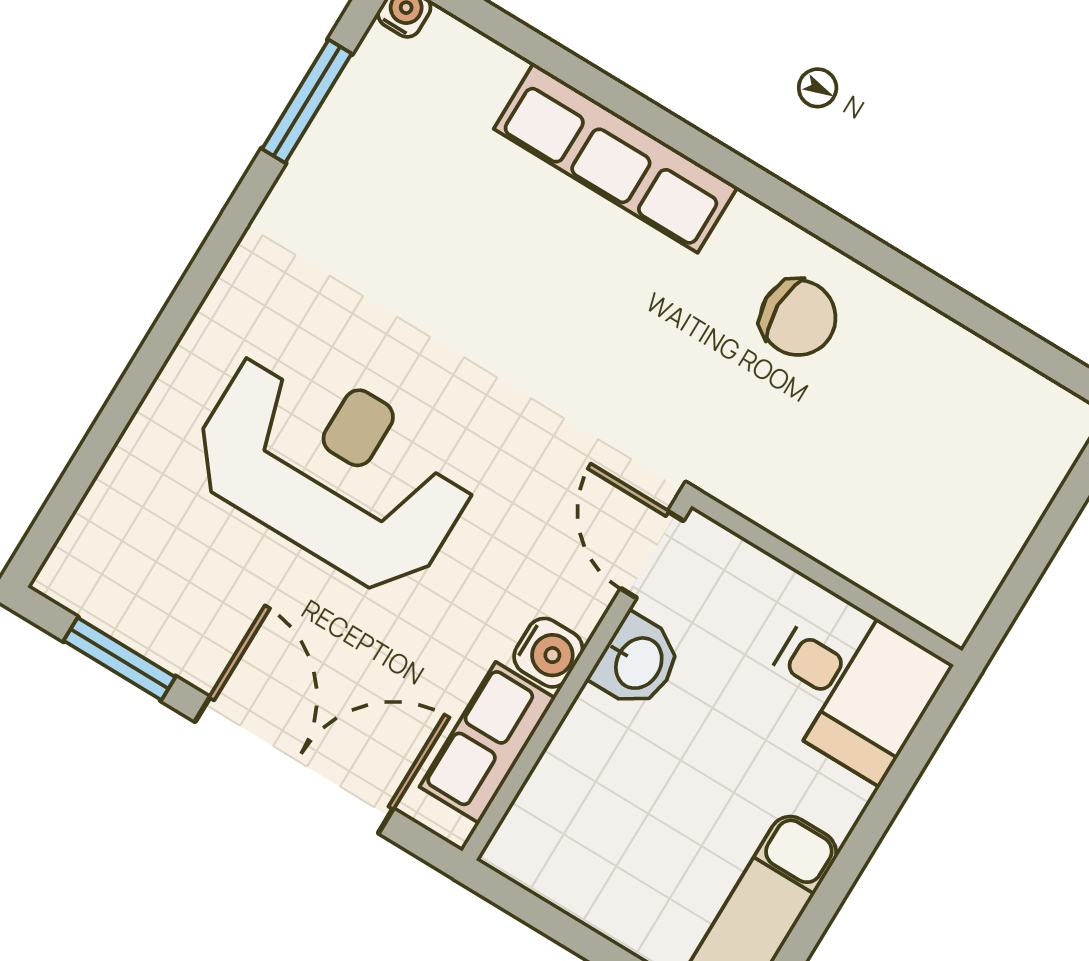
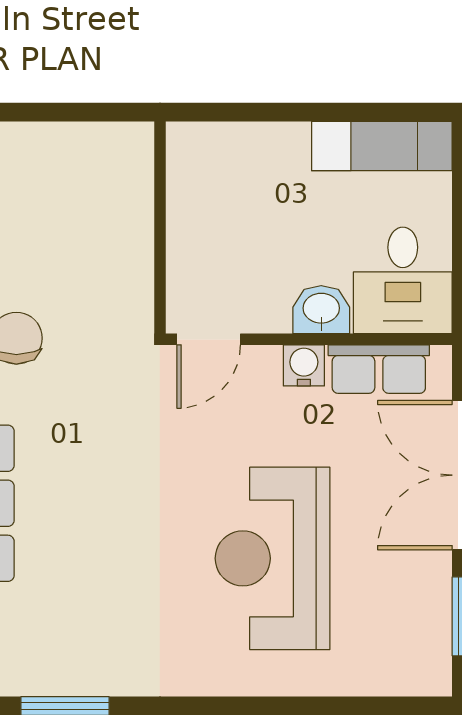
washbasin: (637, 662) -> (321, 310), moved
desk: (851, 686) -> (403, 280), moved, turned 180

